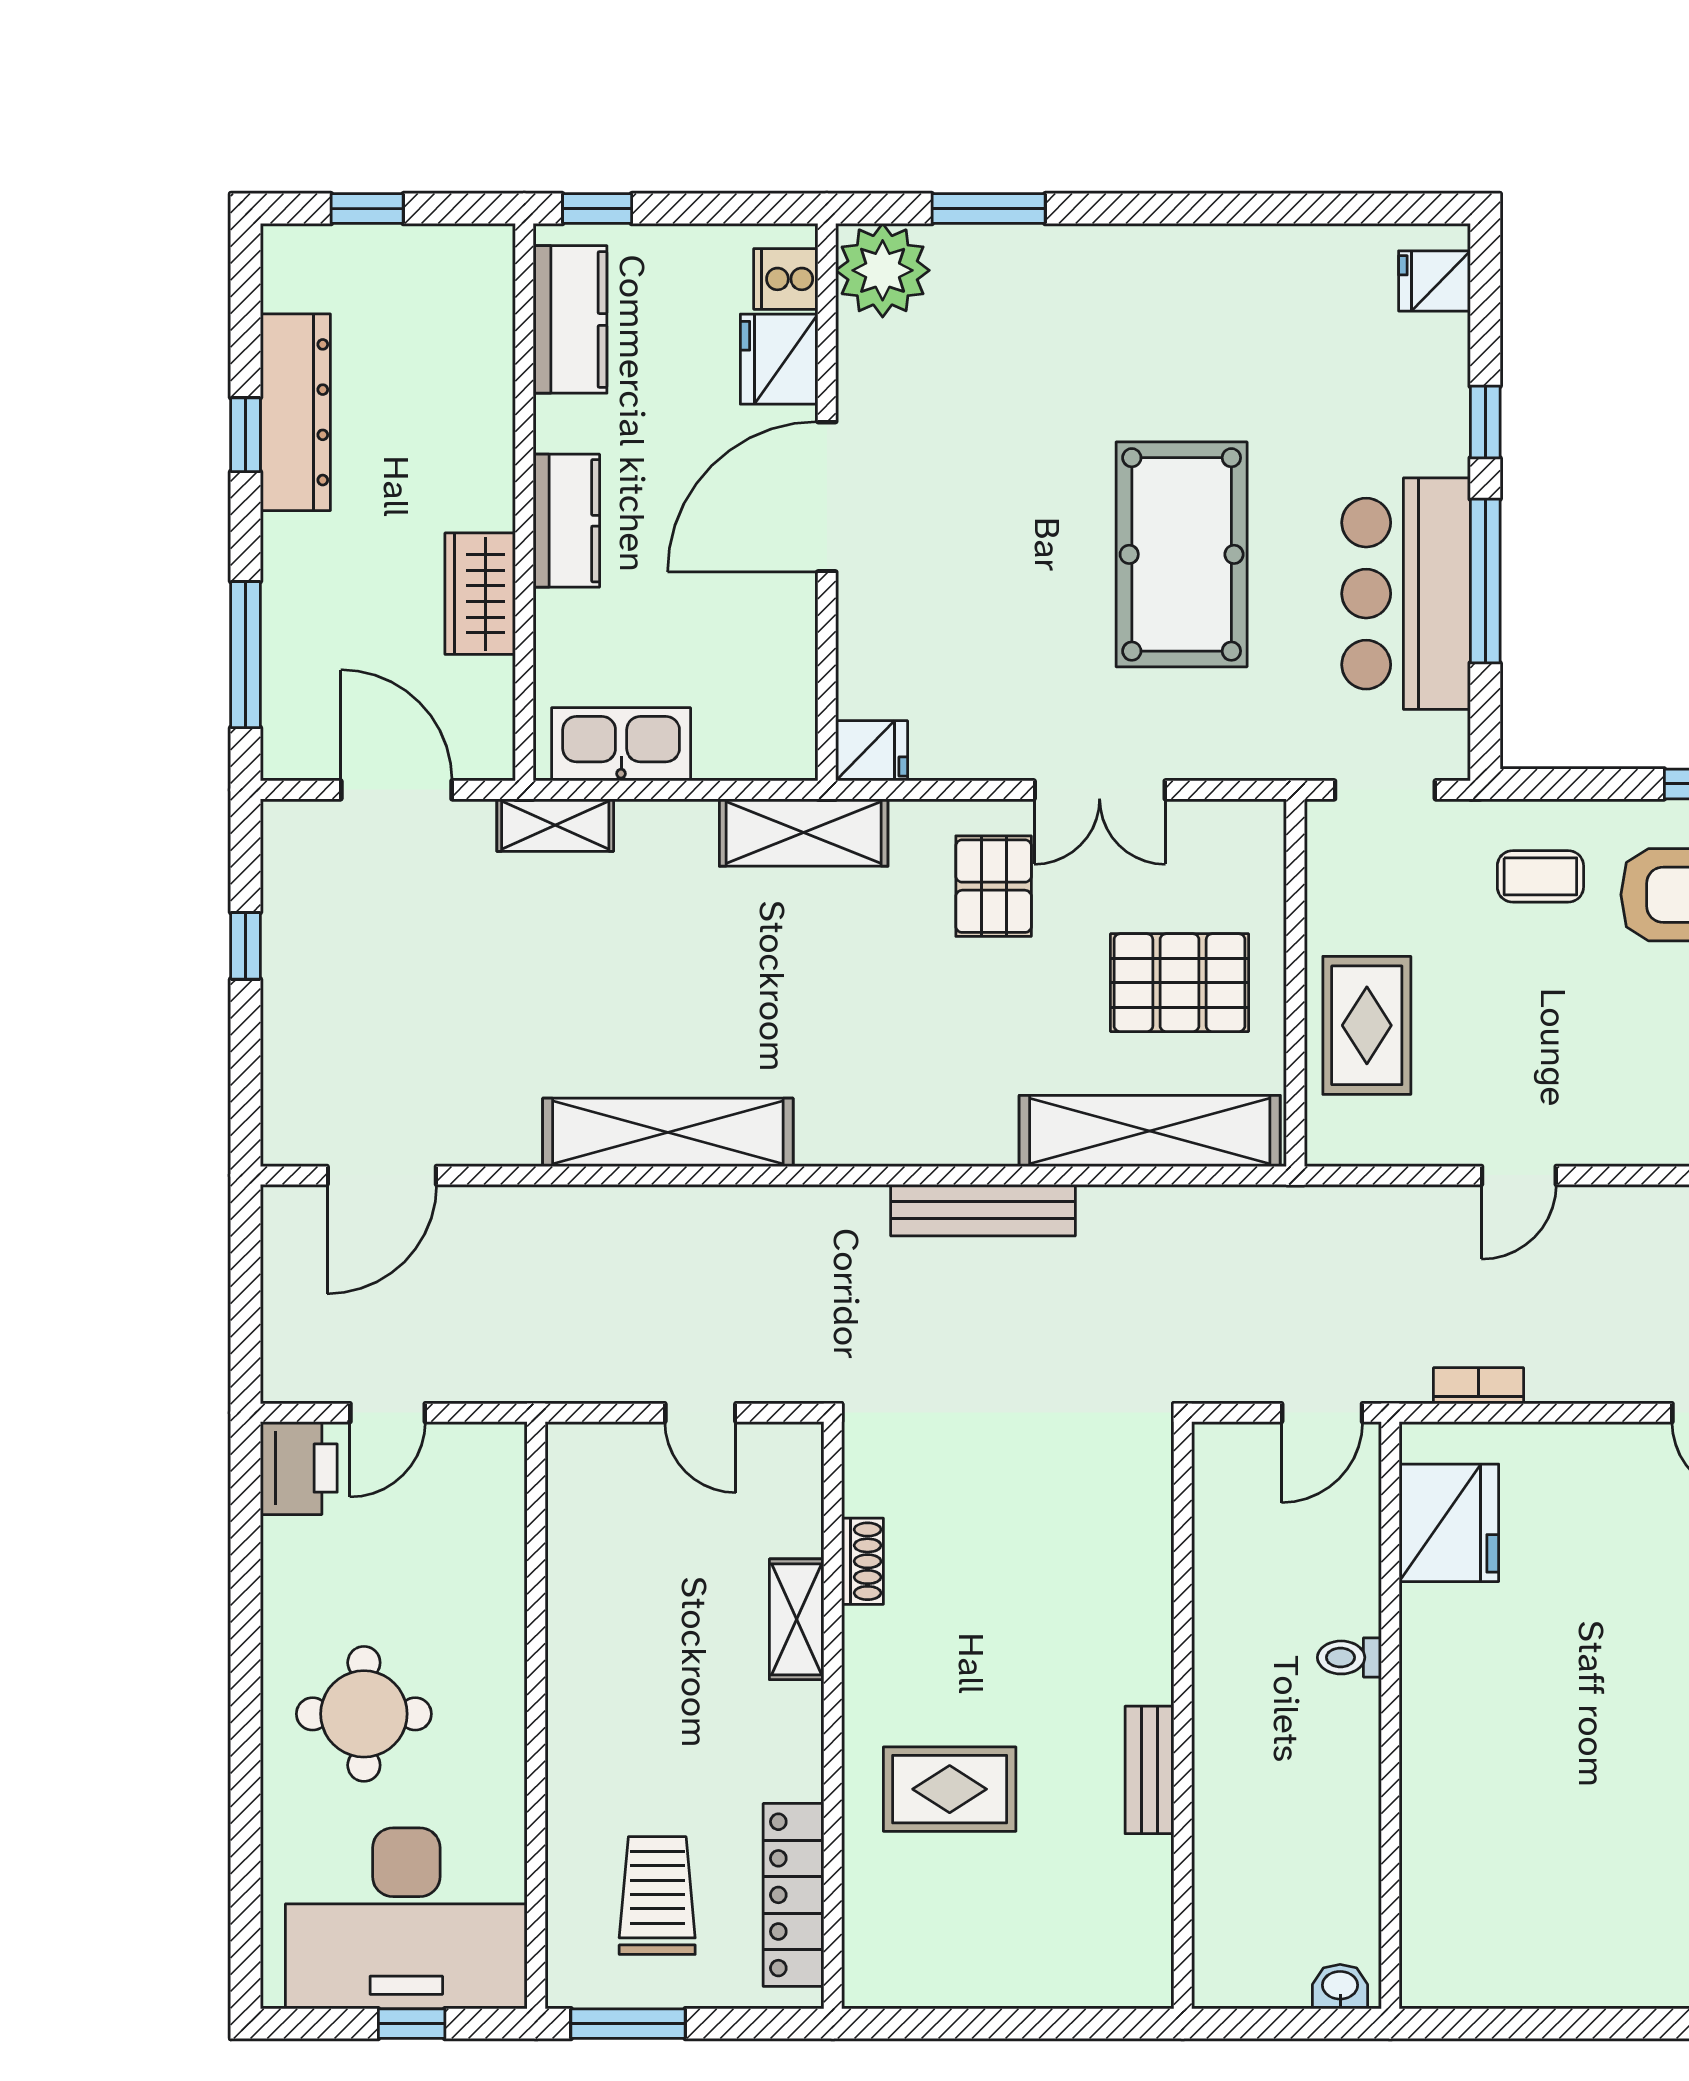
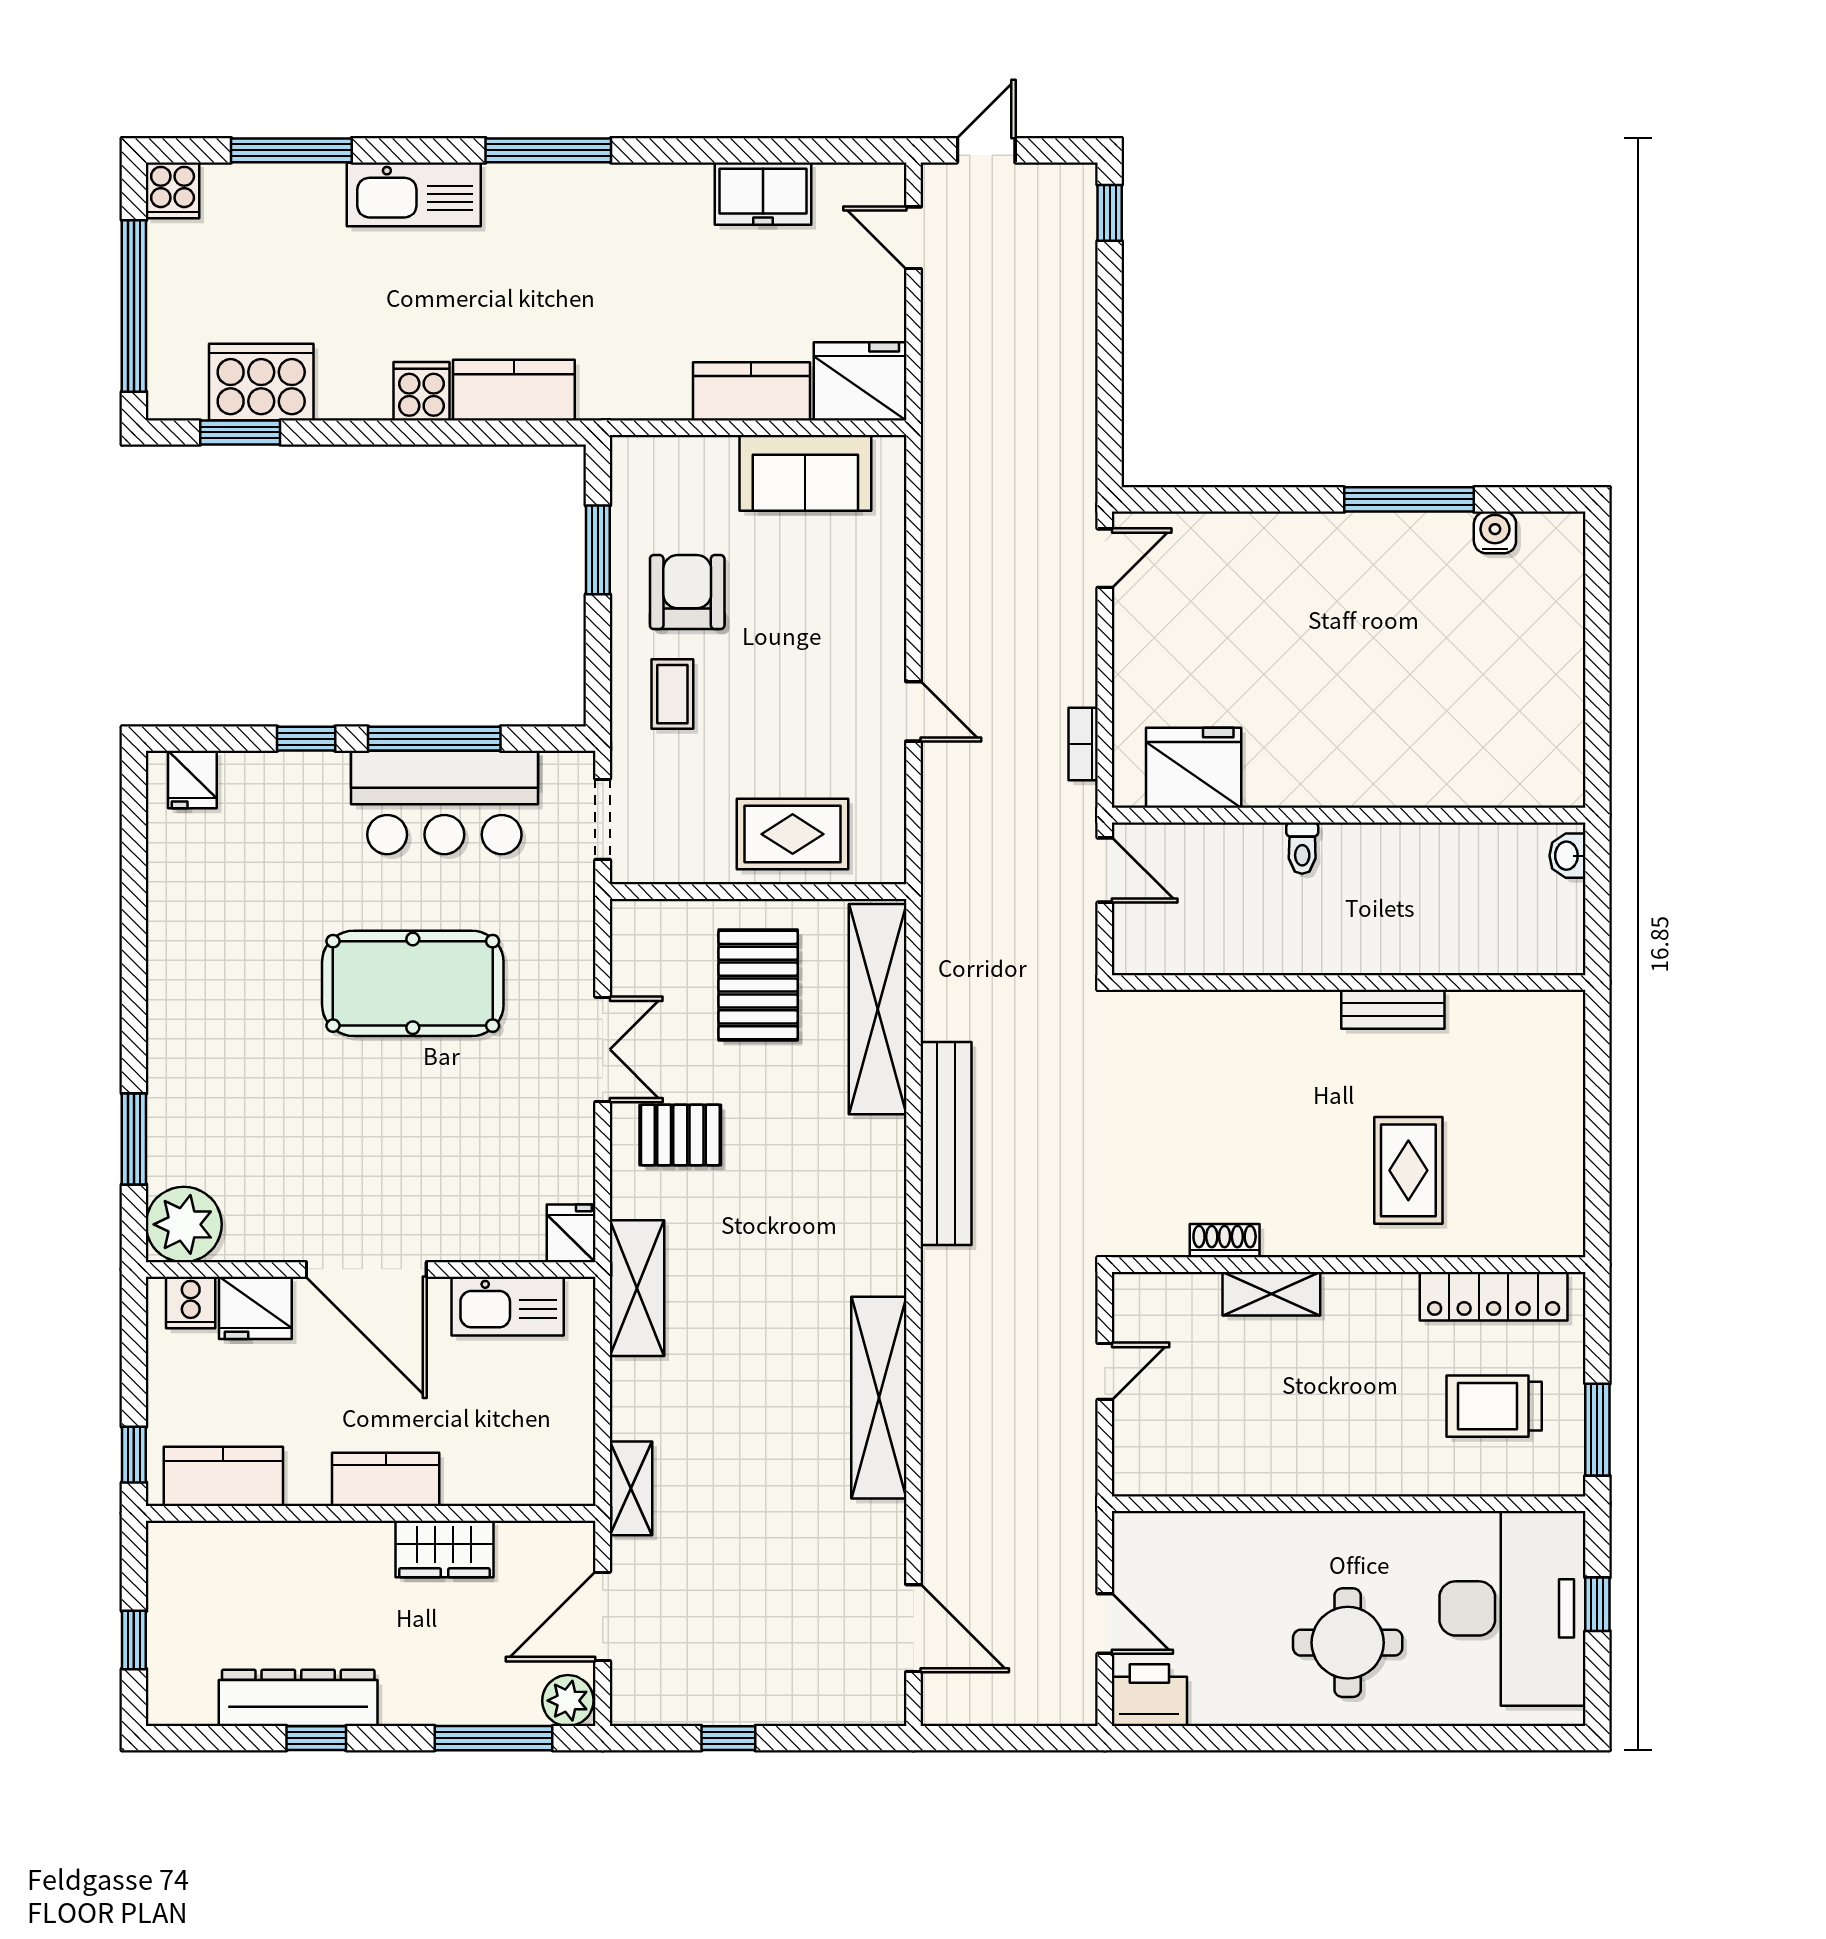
kitchen sink: (621, 744) -> (508, 1306), moved, turned -90
plant: (292, 747) -> (568, 1701), added
bench: (983, 1210) -> (946, 1143), width x1.37, depth x1.21

